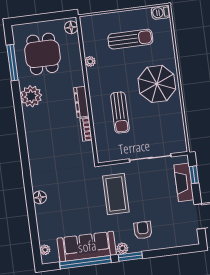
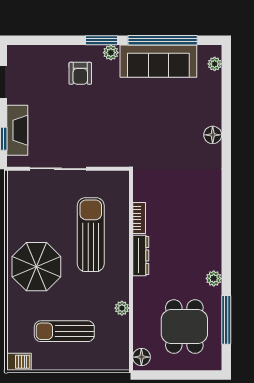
plant: (31, 96) -> (214, 278), width x0.53, depth x0.53
sun lounger: (120, 112) -> (91, 235), width x1.36, depth x1.34
coffee table: (116, 194) -> (110, 126), removed

